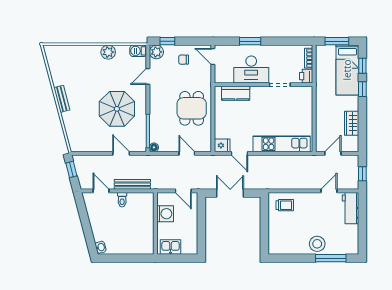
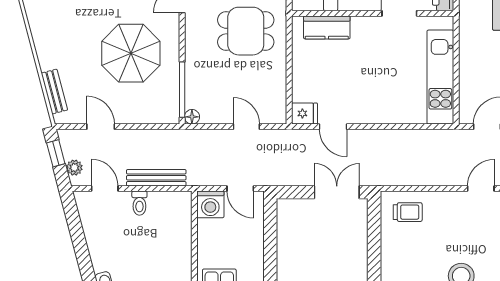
bench: (62, 99) -> (54, 92), moved
dining table: (192, 108) -> (246, 31), moved, turned 90
kitchen unit: (282, 144) -> (440, 77), moved, turned -90
door: (121, 153) -> (101, 127), moved
plant: (83, 178) -> (74, 168), added
double door: (230, 193) -> (337, 192), moved
washing machine: (165, 214) -> (210, 204), moved, turned 90

